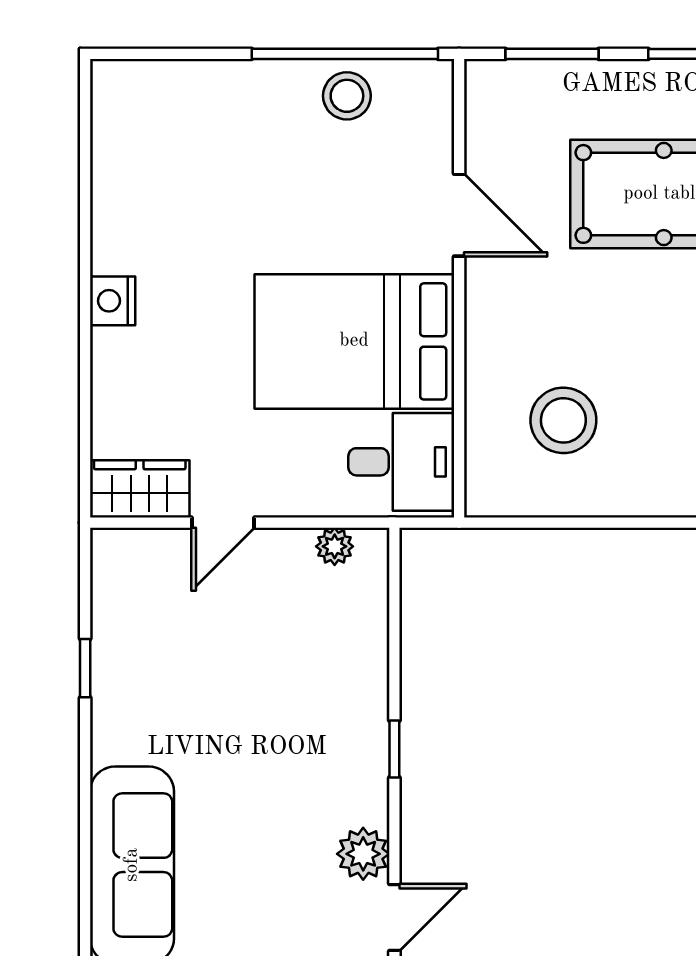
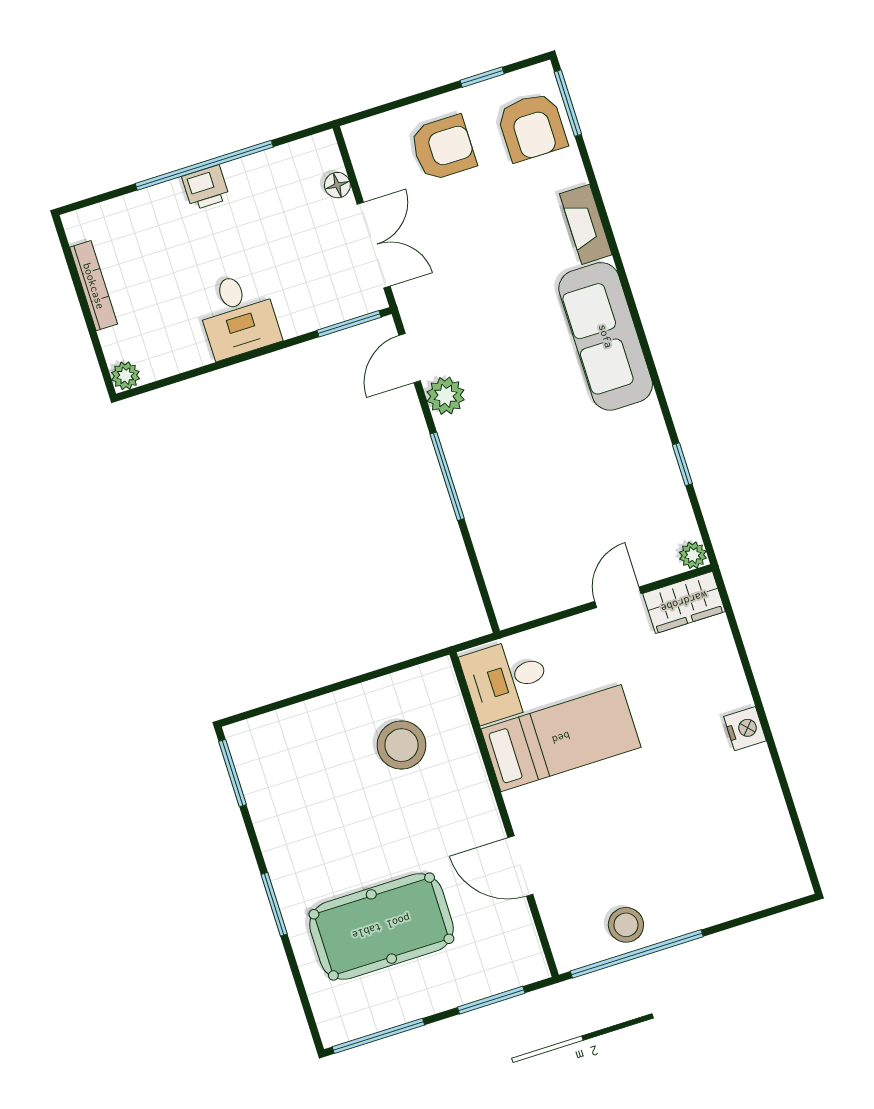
bed: (354, 341) -> (561, 738), width x0.67
plant: (335, 546) -> (693, 555), moved
window: (394, 749) -> (447, 476), width x2.17

